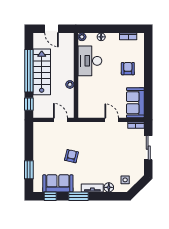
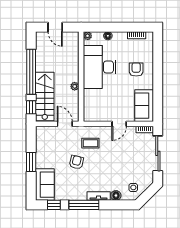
desk: (90, 61) -> (100, 67), width x1.36, depth x1.30
stairs: (42, 72) -> (45, 96), moved
door: (112, 120) -> (119, 124), swing flipped
coffee table: (85, 138) -> (90, 143), added
sliding door: (148, 148) -> (158, 153), width x1.37
window: (29, 170) -> (31, 162), moved
sofa: (58, 183) -> (45, 185), moved, turned 90
window: (78, 196) -> (84, 205), width x1.44

